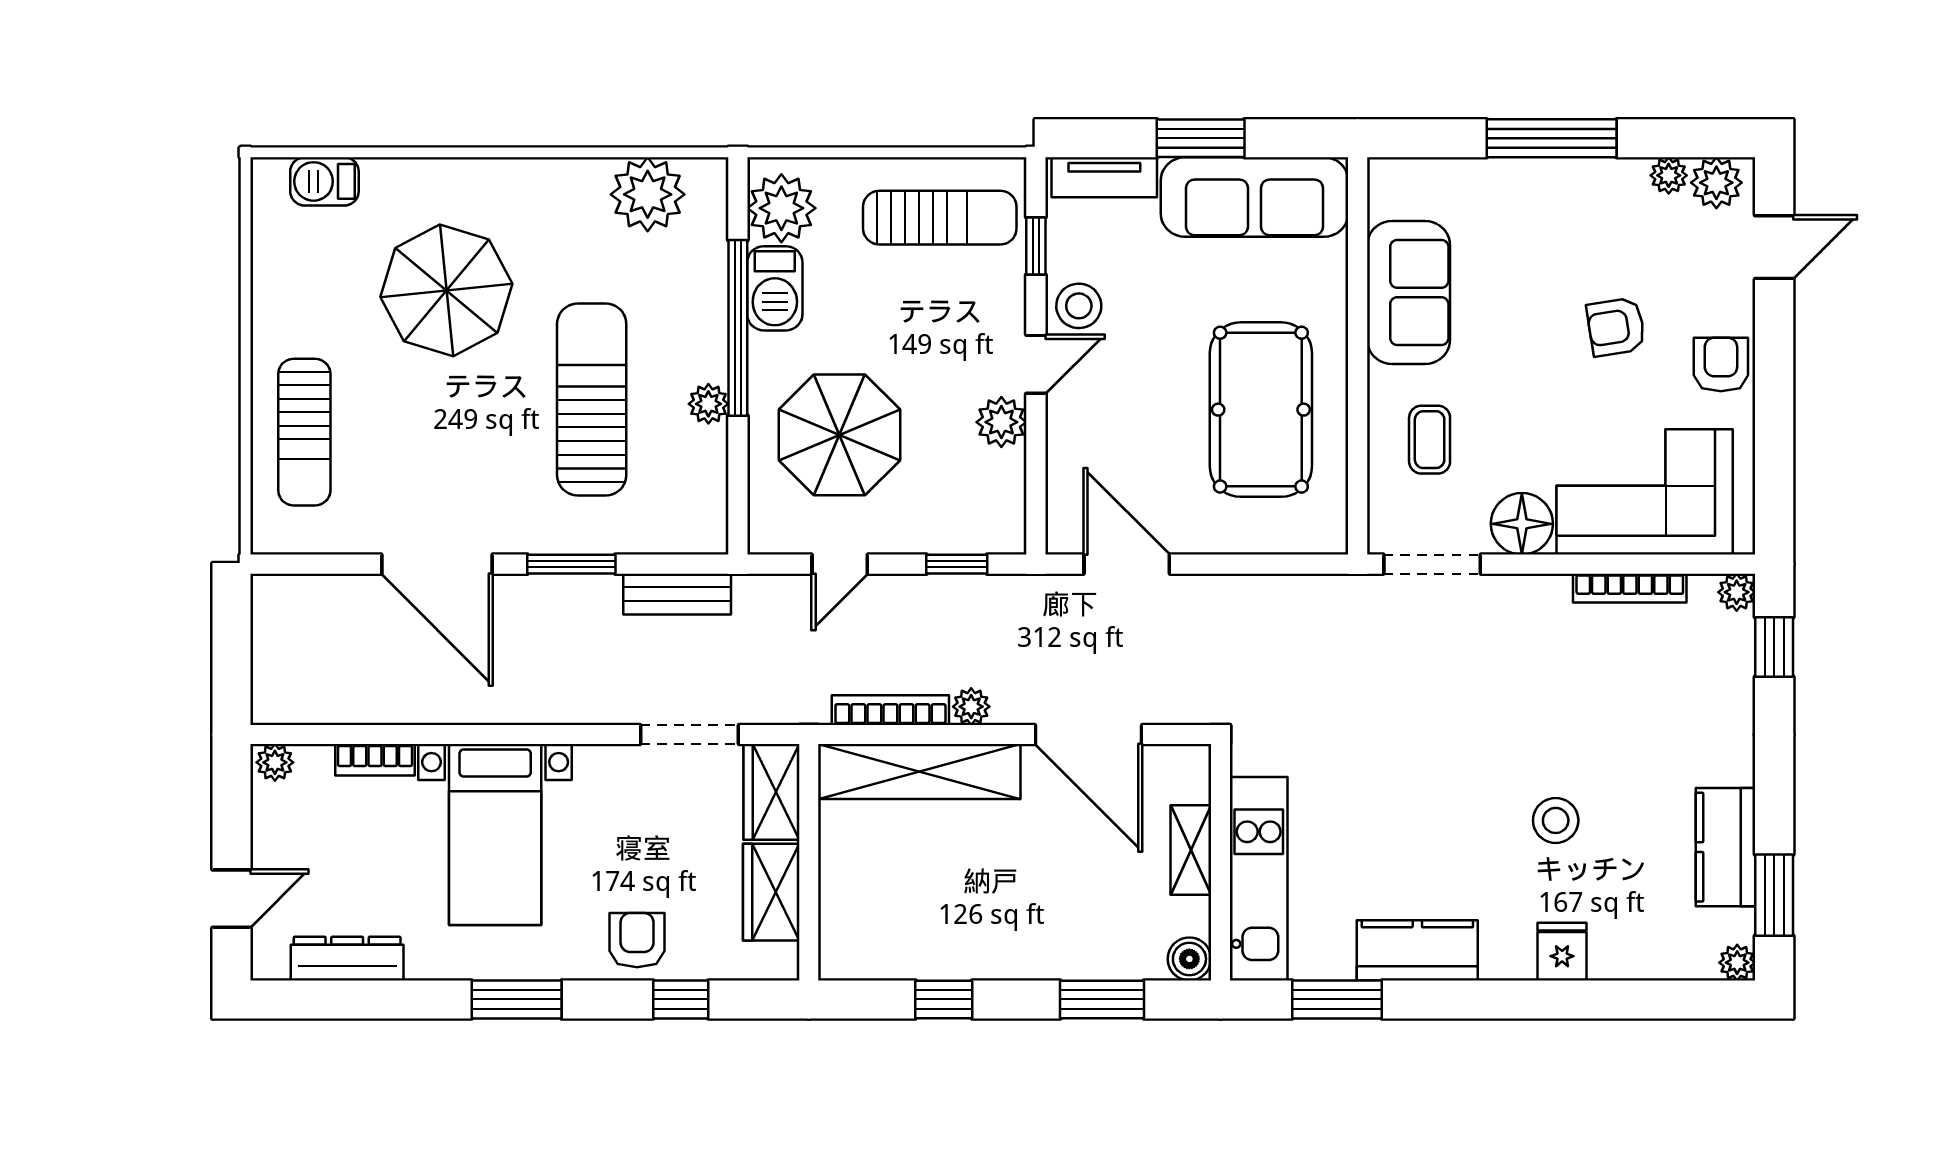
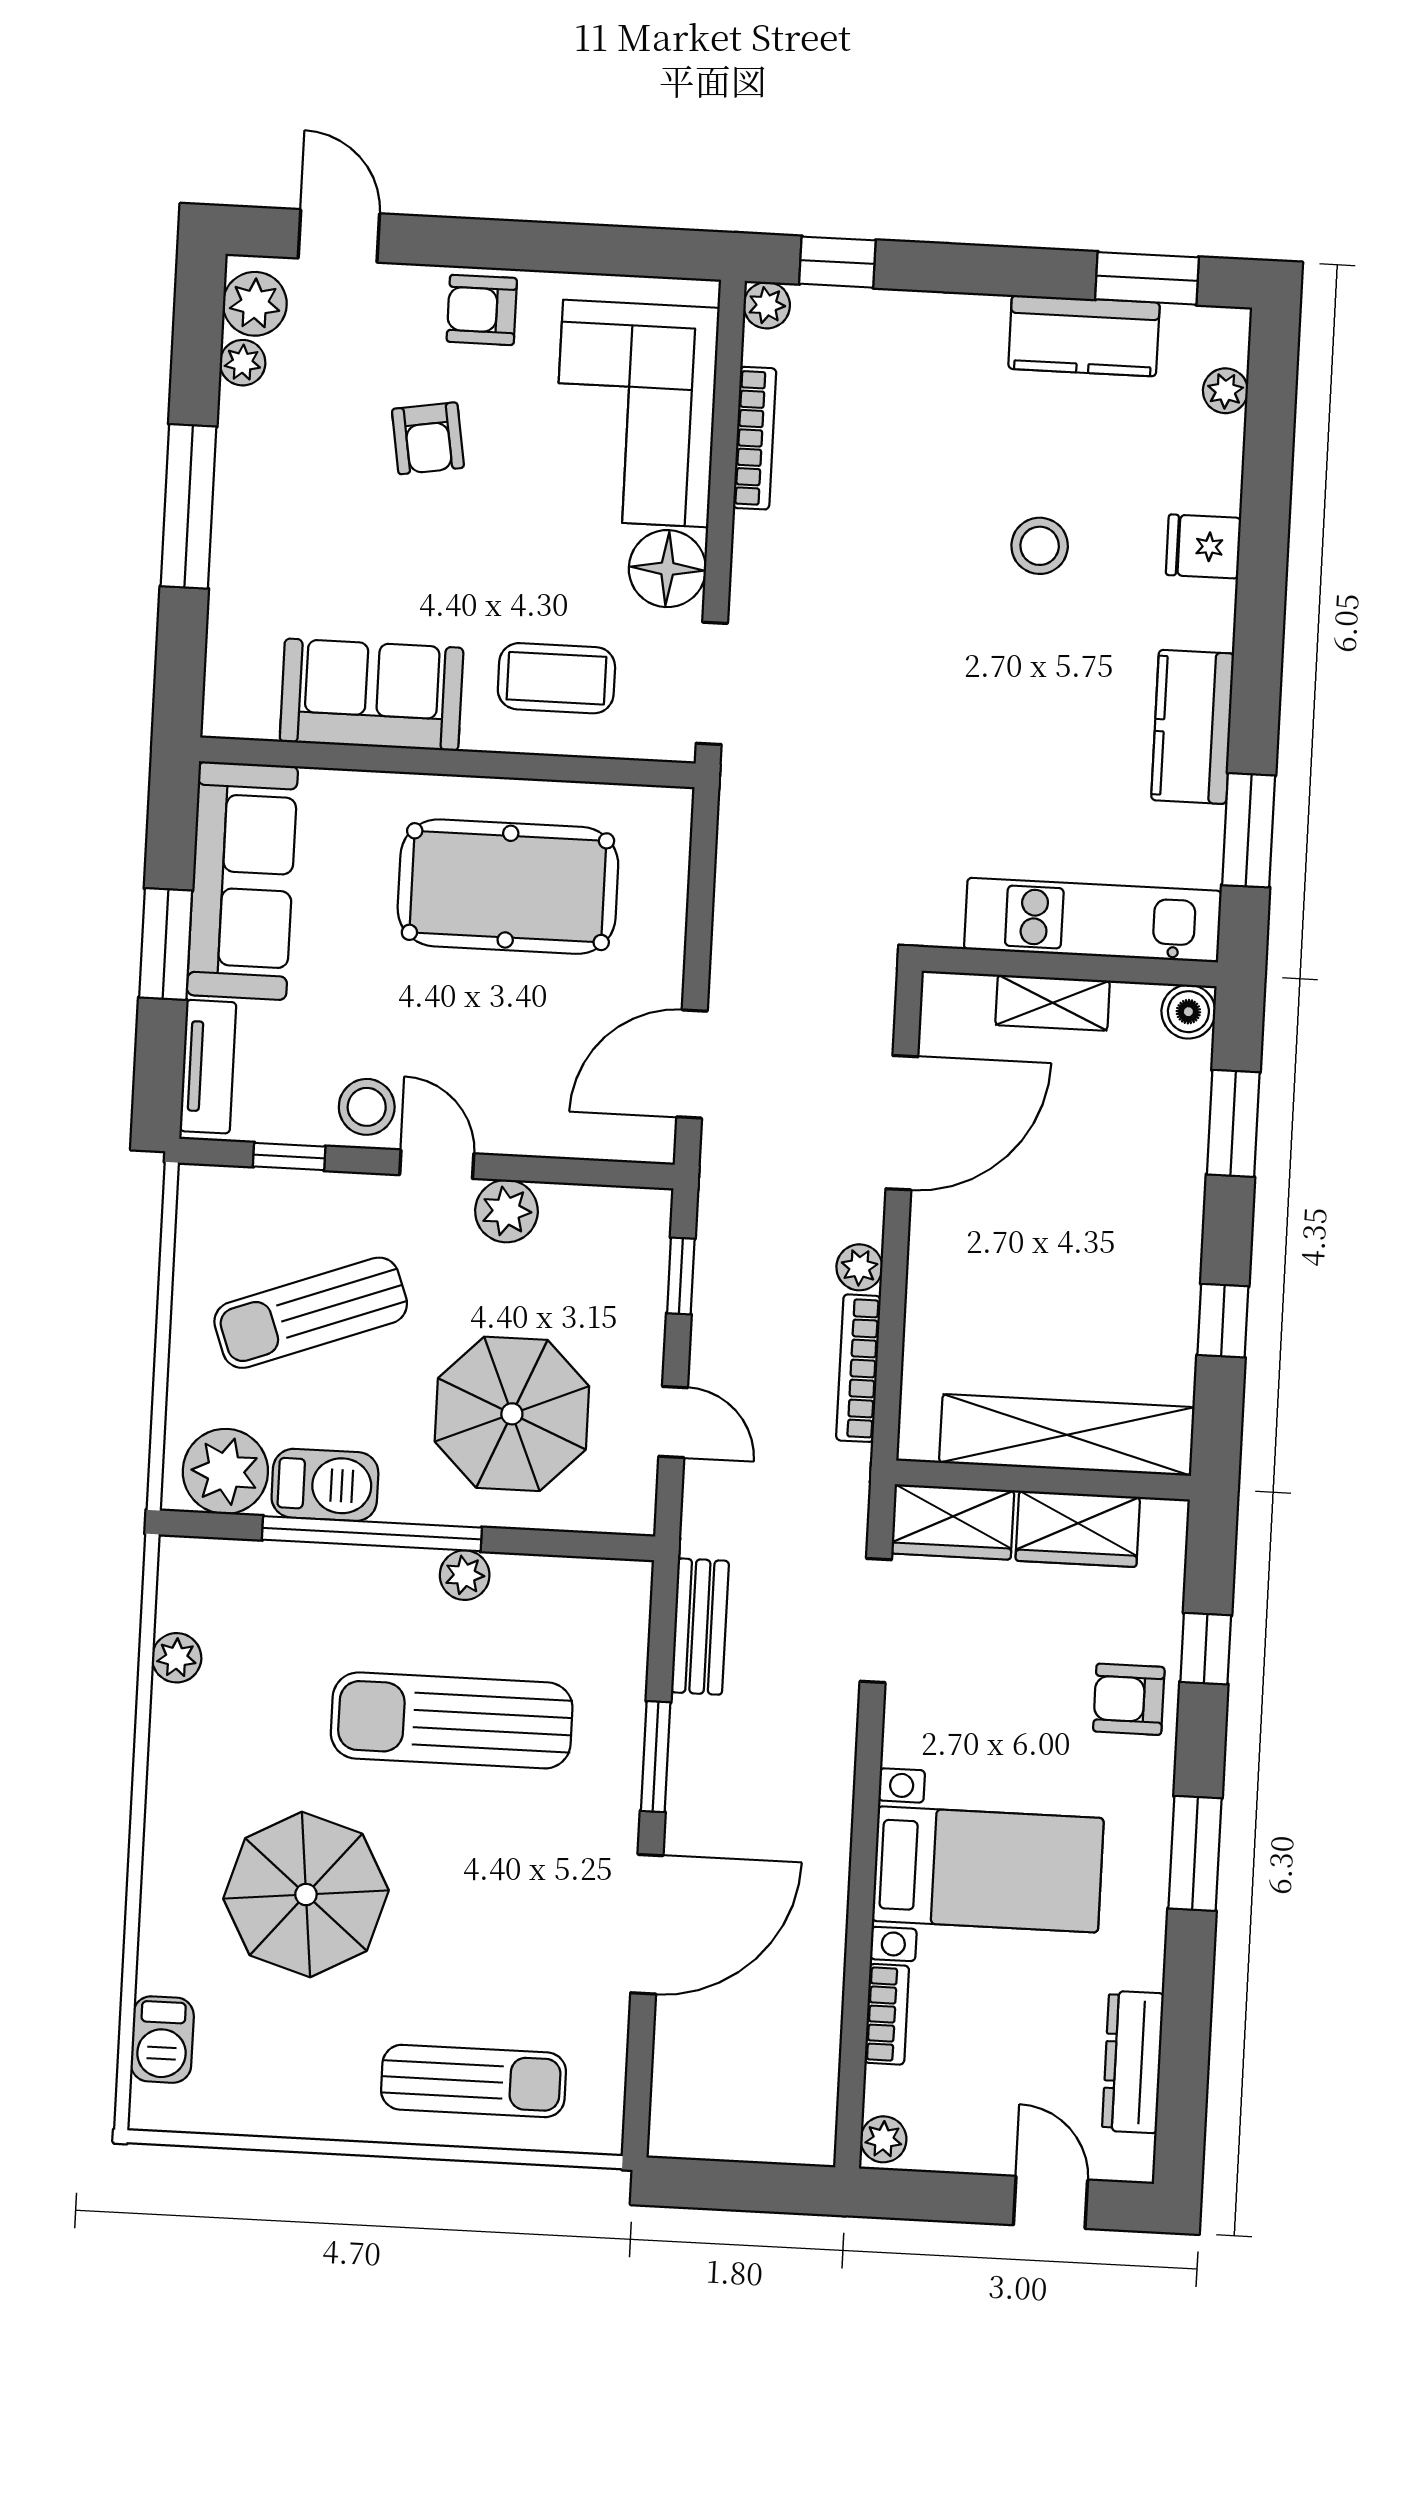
plant: (648, 194) -> (177, 1658), width x0.53, depth x0.53
sun lounger: (940, 218) -> (311, 1313), moved, turned -110
coffee table: (1430, 440) -> (556, 678), width x1.36, depth x1.30
shelving: (919, 772) -> (1067, 1435), moved, turned 90
plant: (1737, 963) -> (1225, 391), moved

